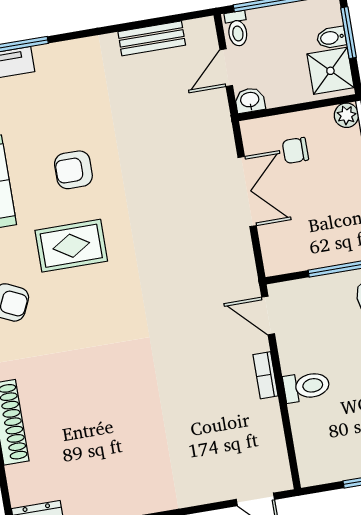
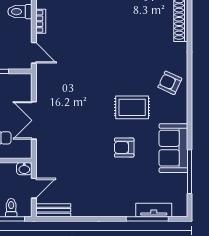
toilet: (237, 29) -> (11, 208), moved
bench: (152, 38) -> (53, 210), moved
armchair: (73, 170) -> (124, 148), turned 180

